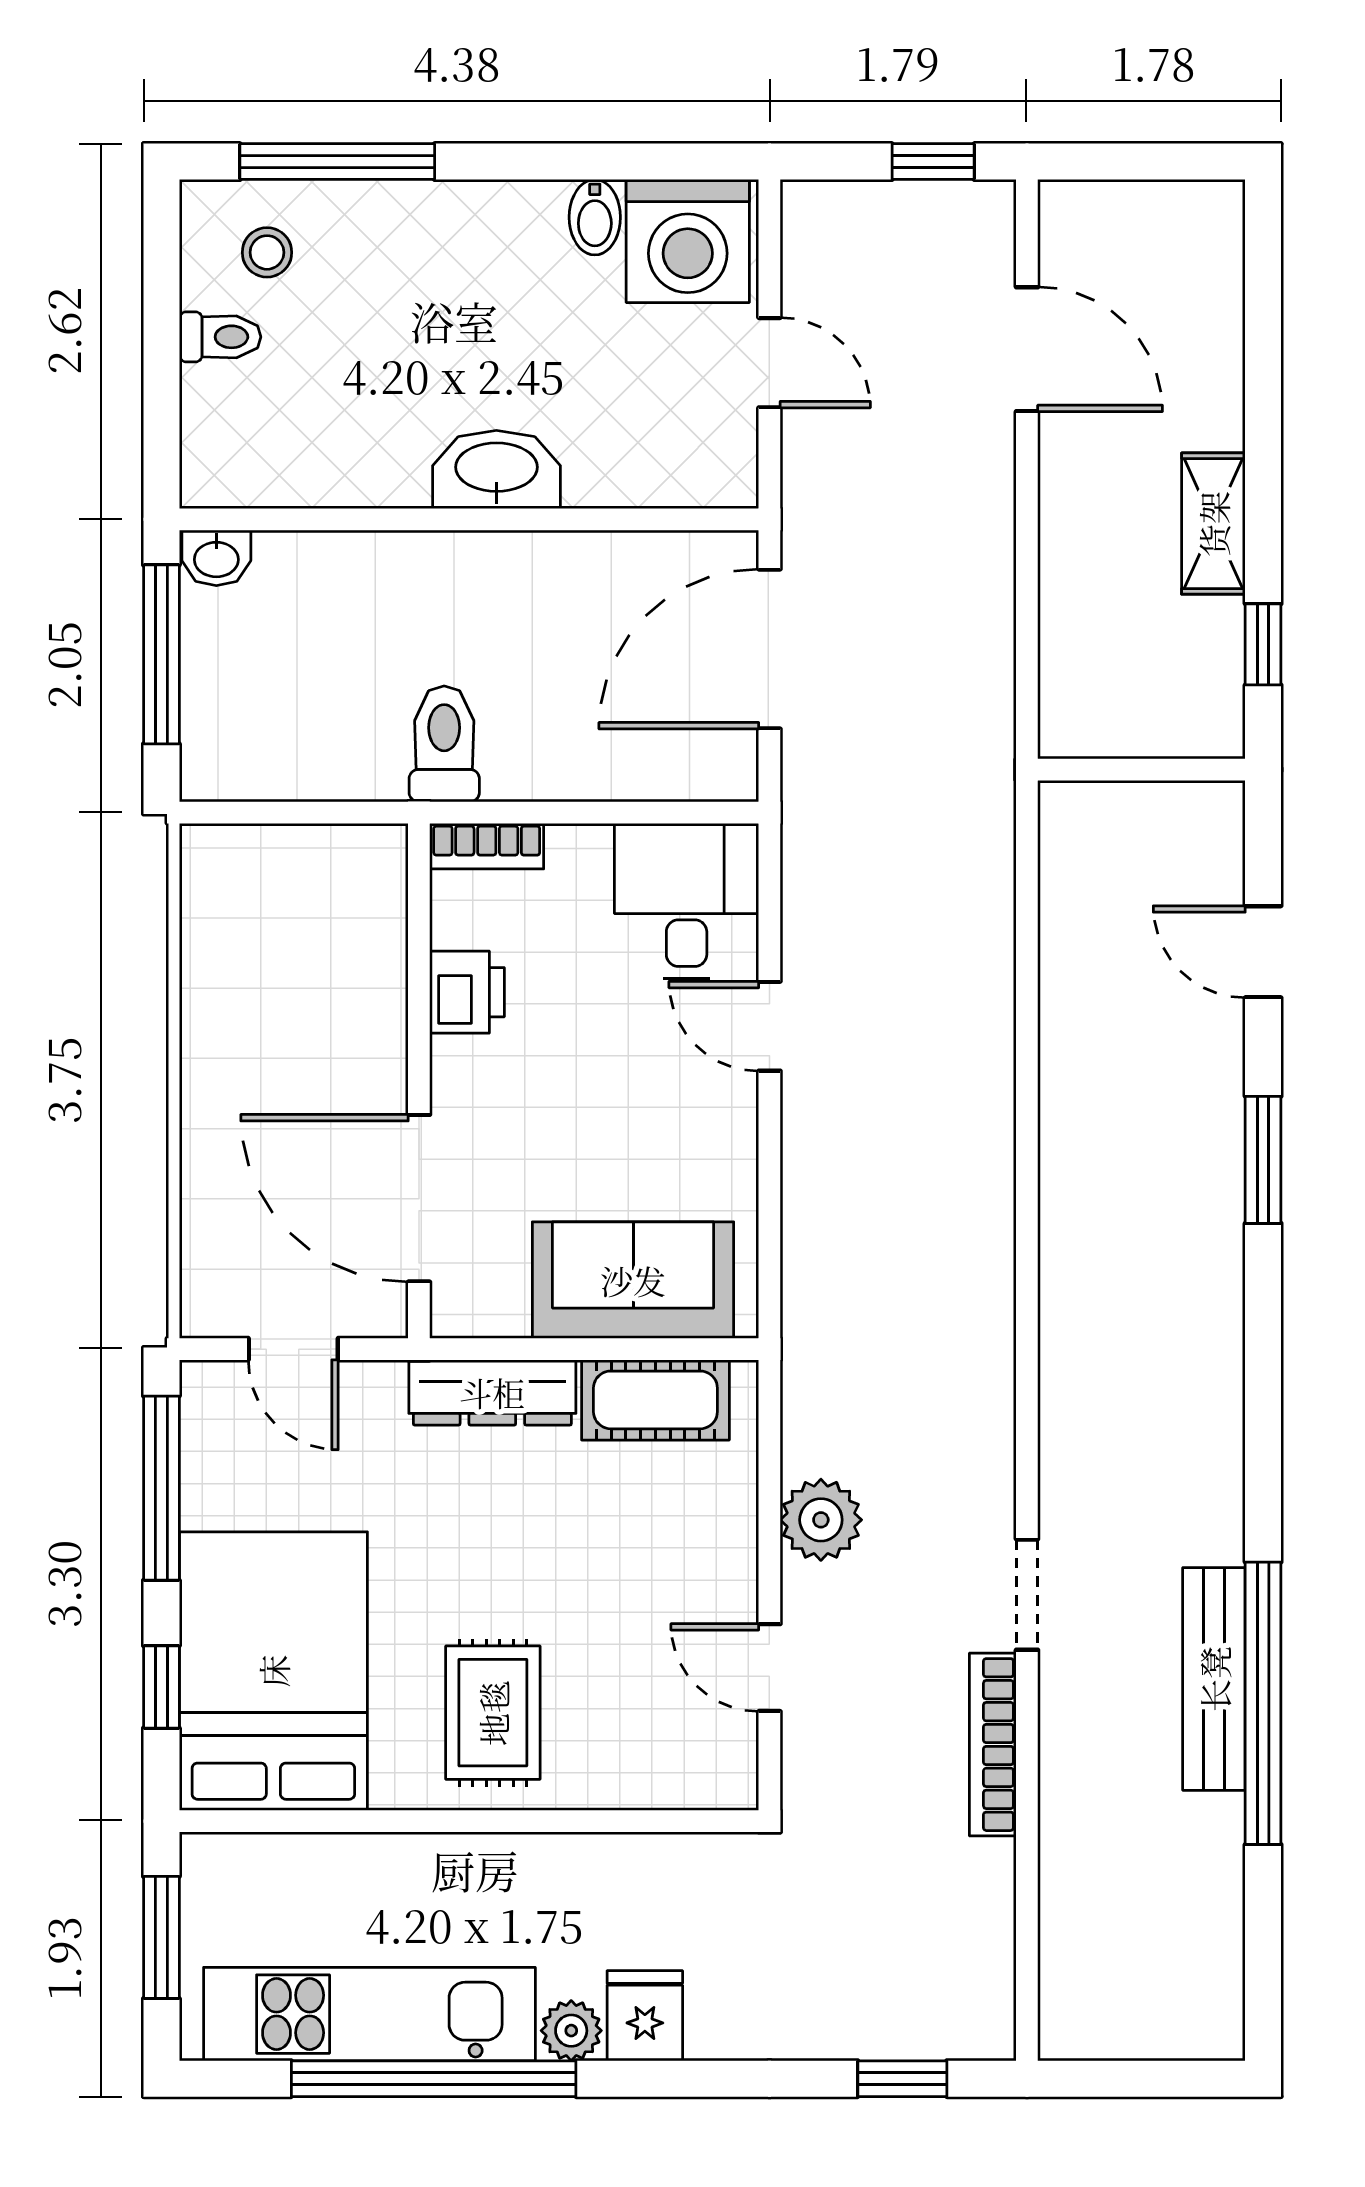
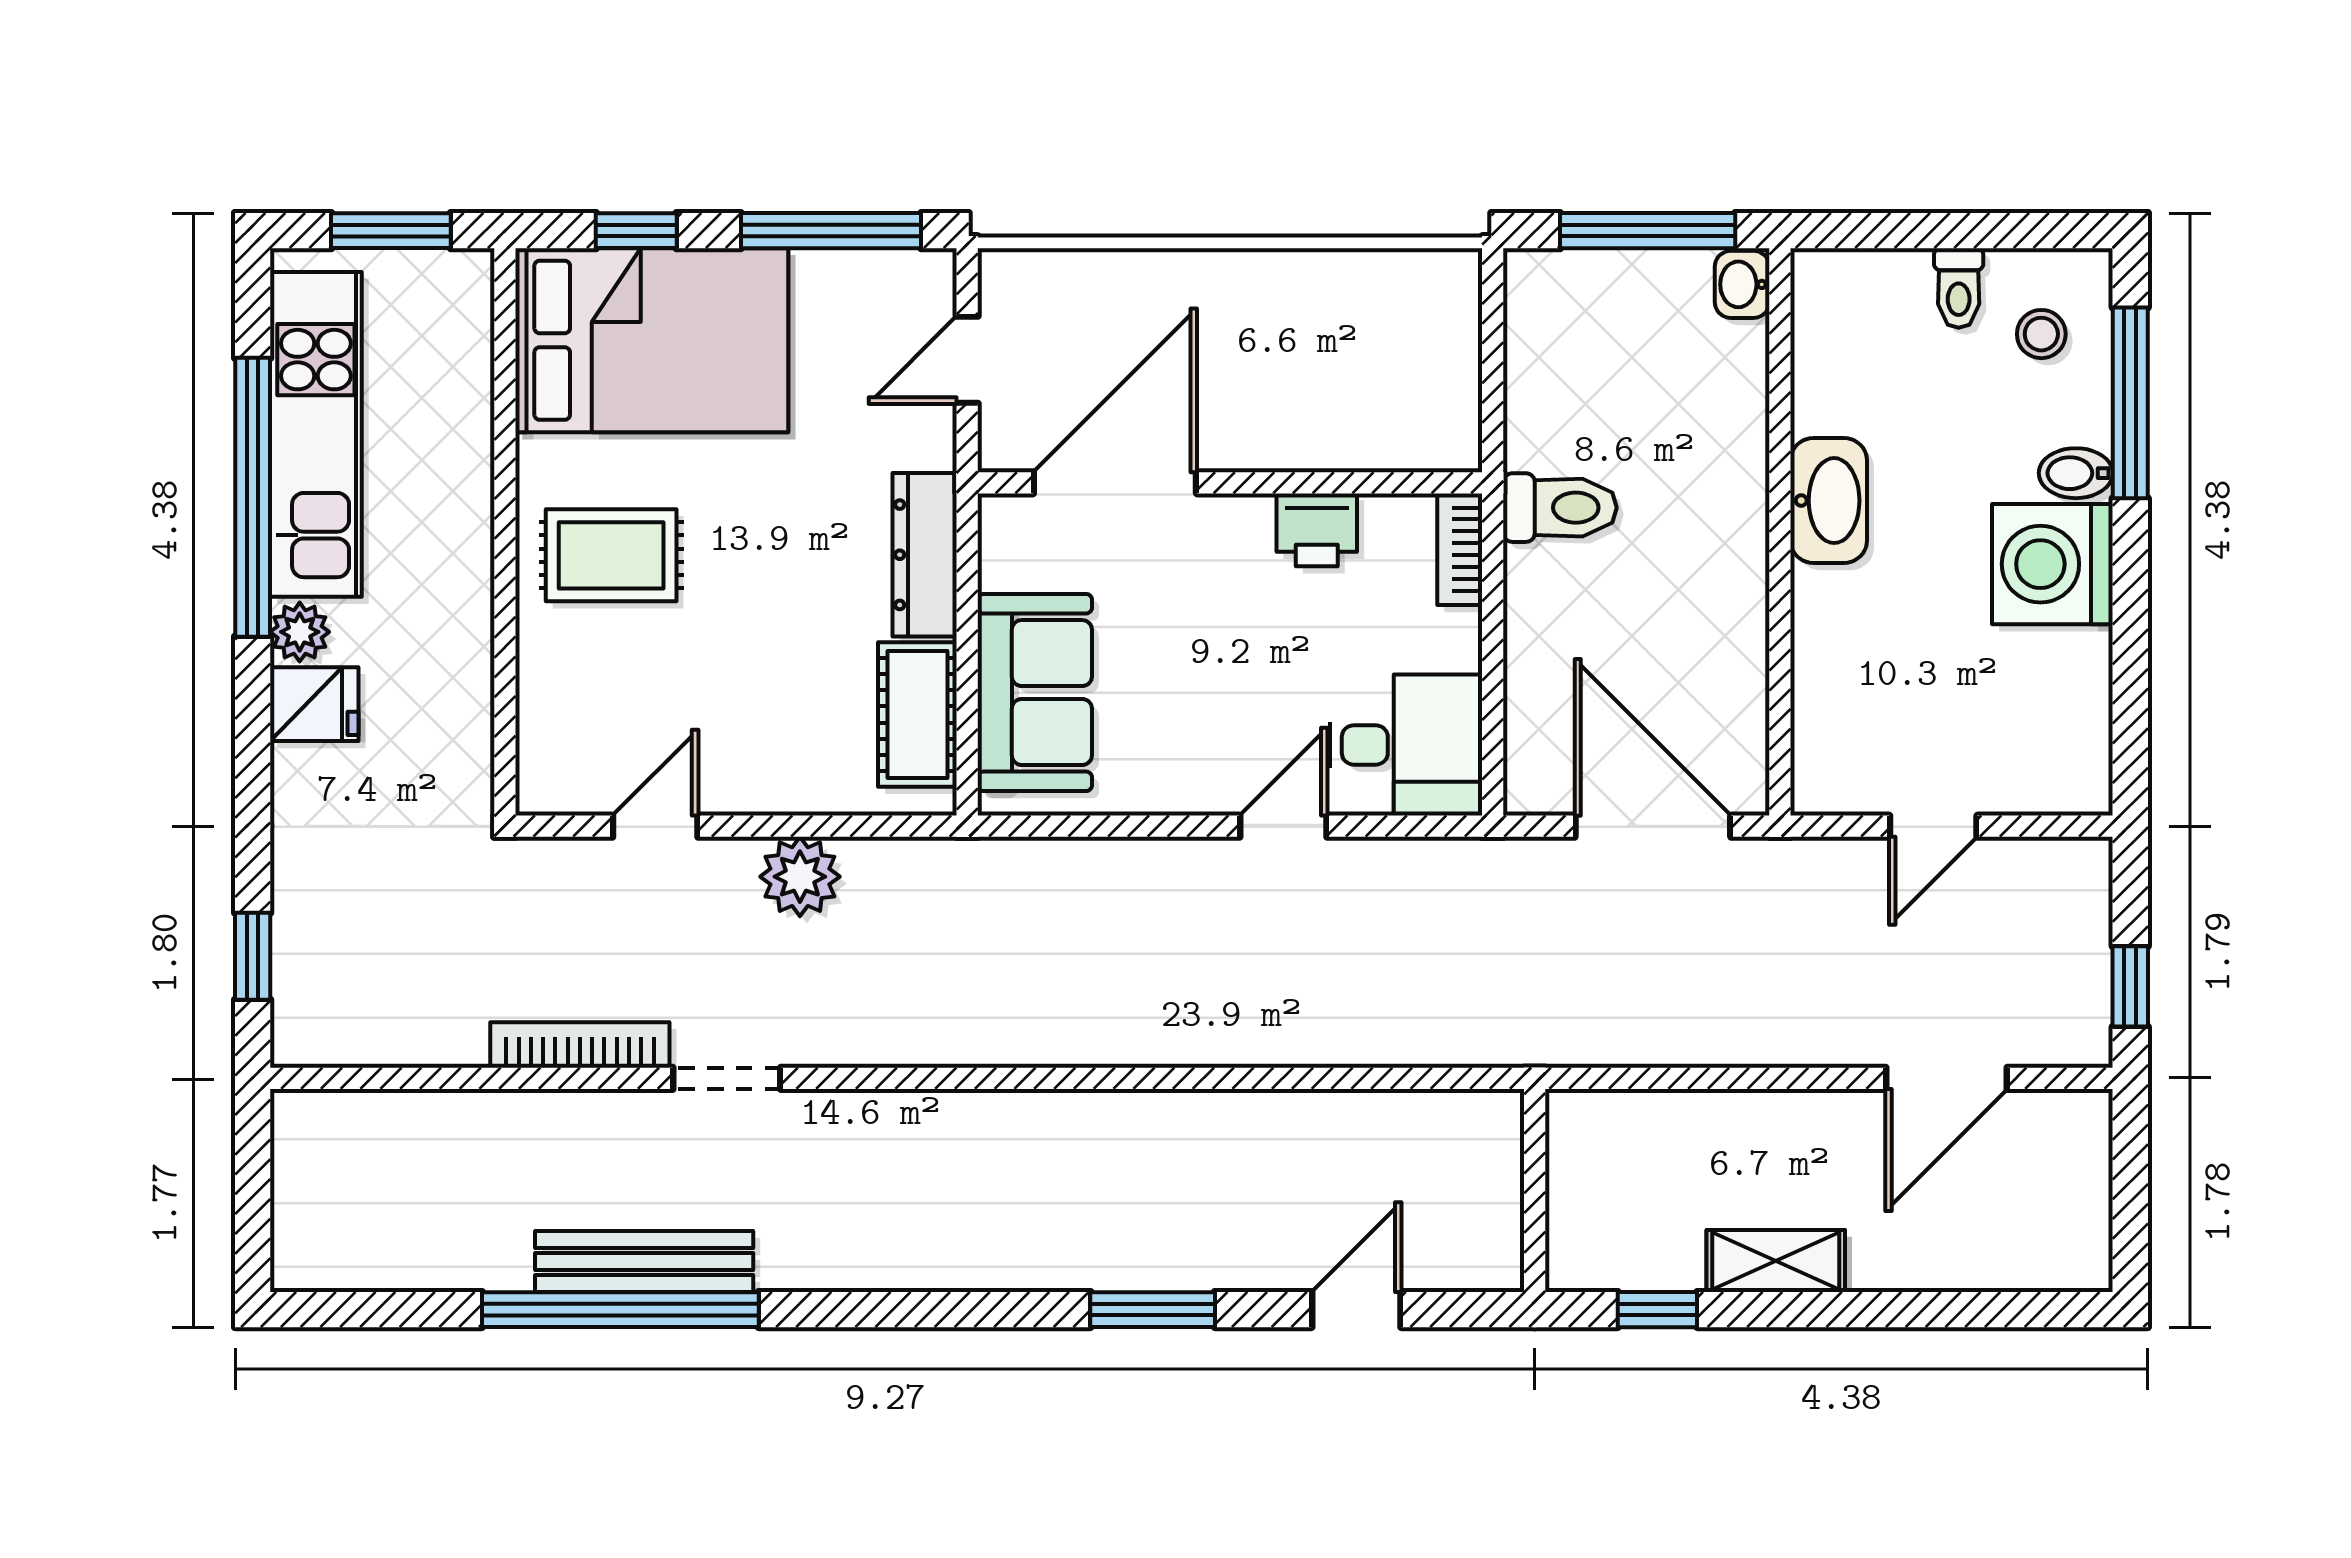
bidet: (595, 217) -> (2076, 473), moved
washing machine: (688, 241) -> (2052, 564), moved
washbasin: (496, 469) -> (1829, 501), moved

